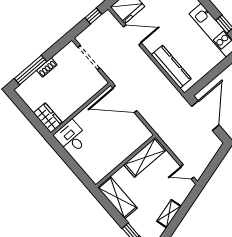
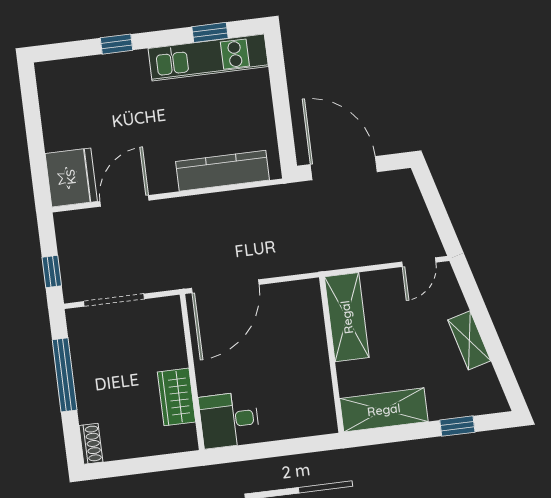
window: (93, 16) -> (52, 272), moved
shoe rack: (47, 68) -> (91, 444), moved
window: (31, 70) -> (65, 375), moved
wardrobe: (48, 118) -> (177, 397), moved, turned -90

